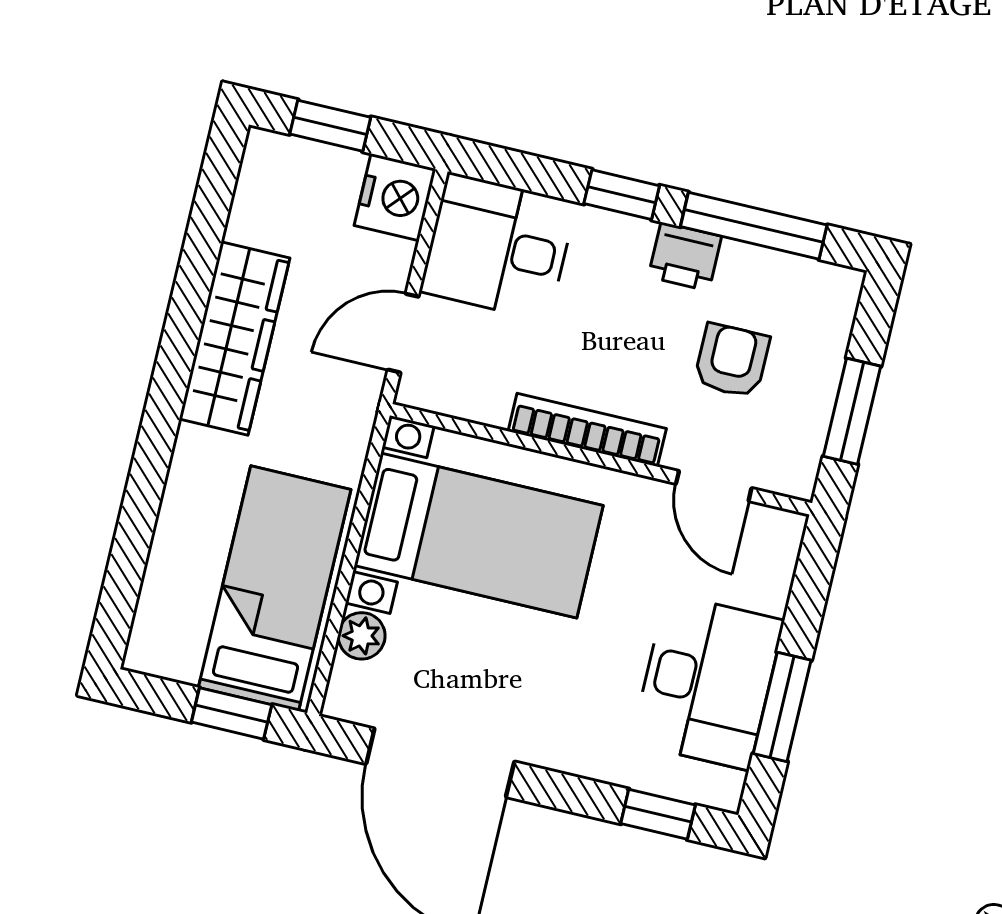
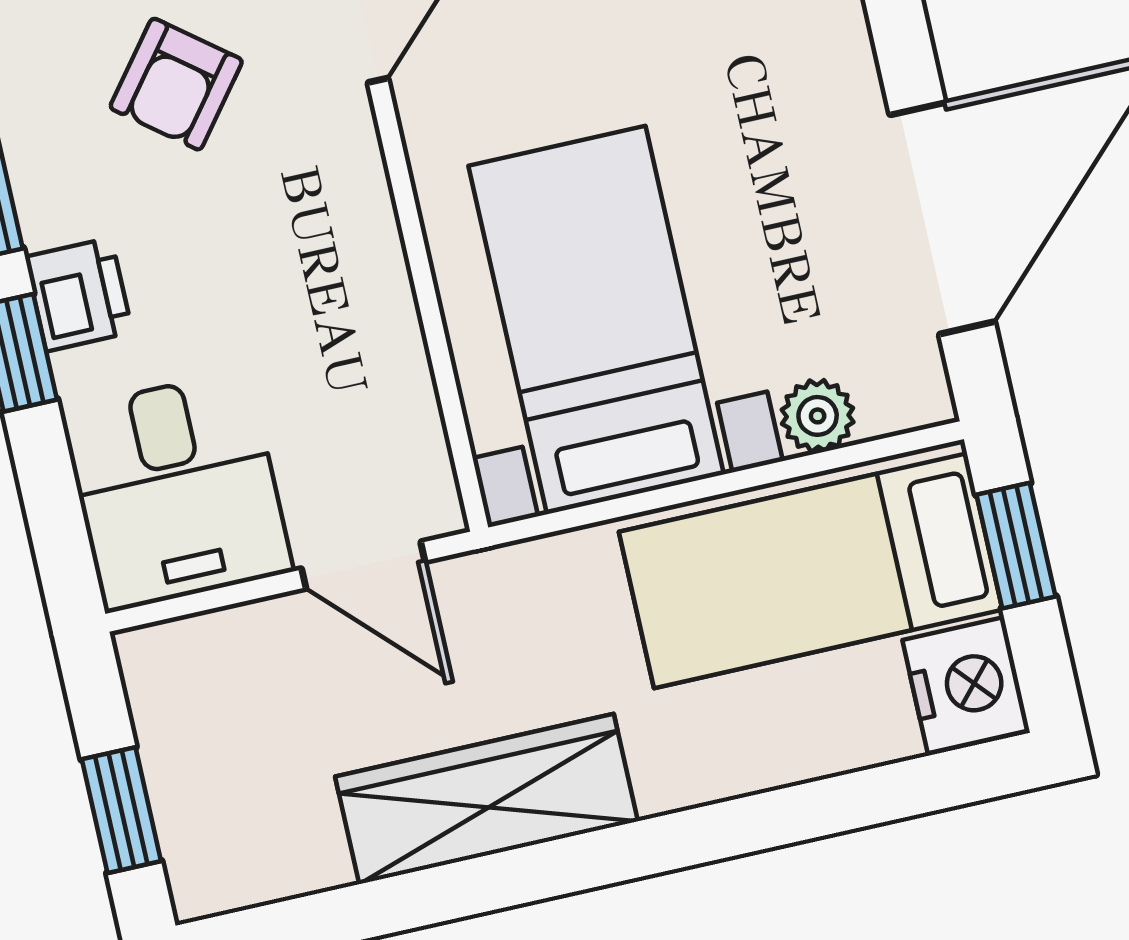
nightstand: (395, 197) -> (966, 685), moved, turned 90
printer: (685, 257) -> (79, 295), moved
armchair: (732, 361) -> (176, 84), turned -52
bookcase: (587, 430) -> (373, 240), removed

